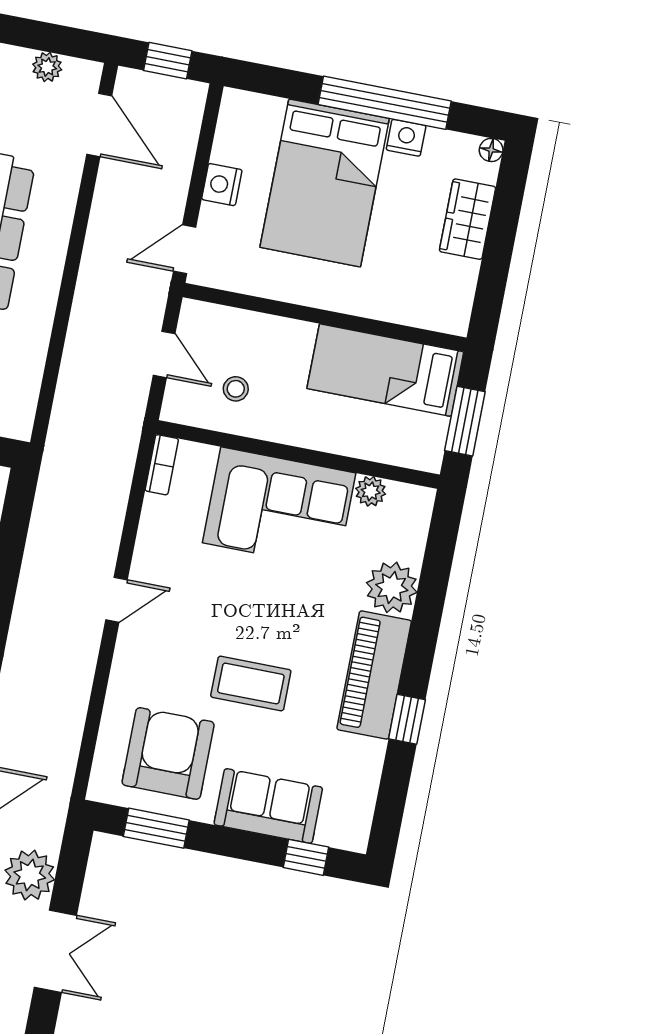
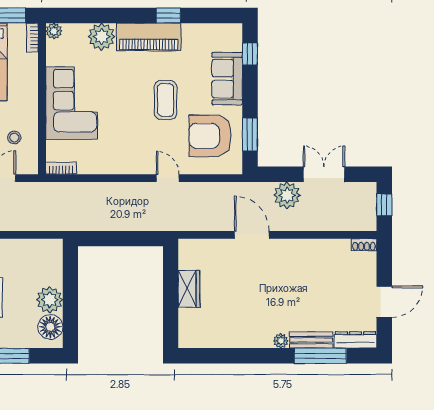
bookcase: (415, 459) -> (32, 38), added
plant: (371, 491) -> (54, 31), moved
door: (116, 600) -> (168, 178), moved

